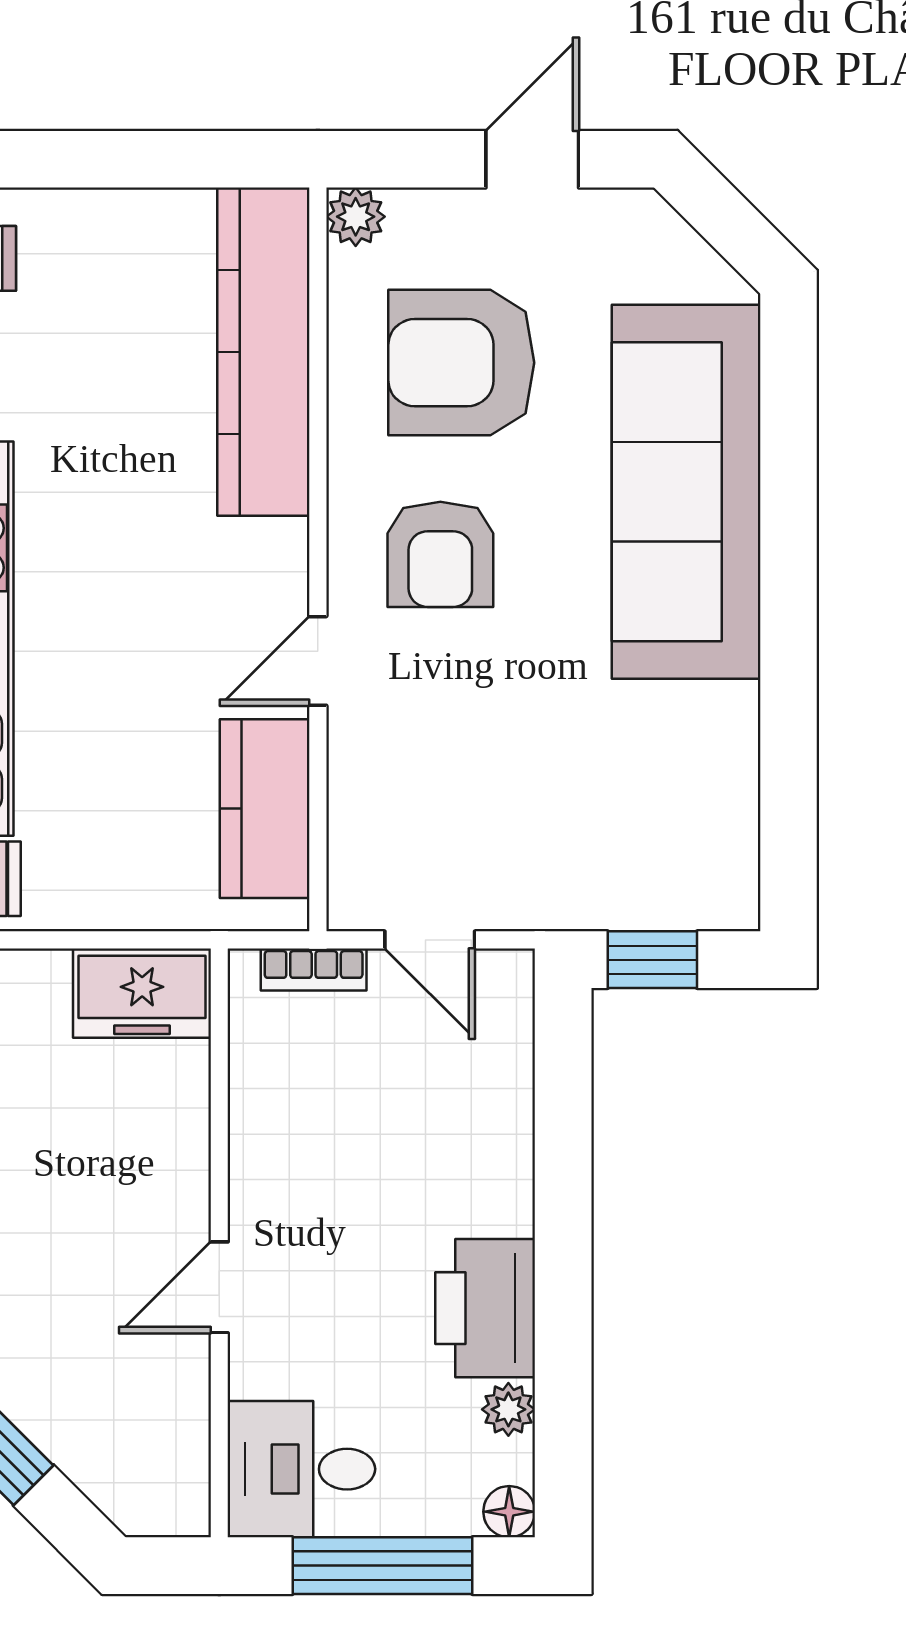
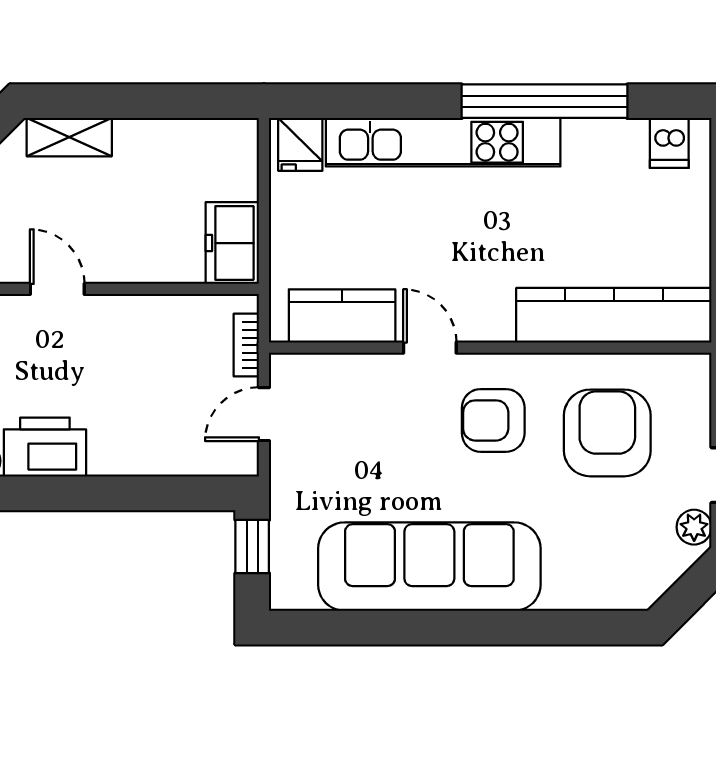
plant: (356, 217) -> (694, 527), moved
sofa: (686, 492) -> (429, 567), moved

